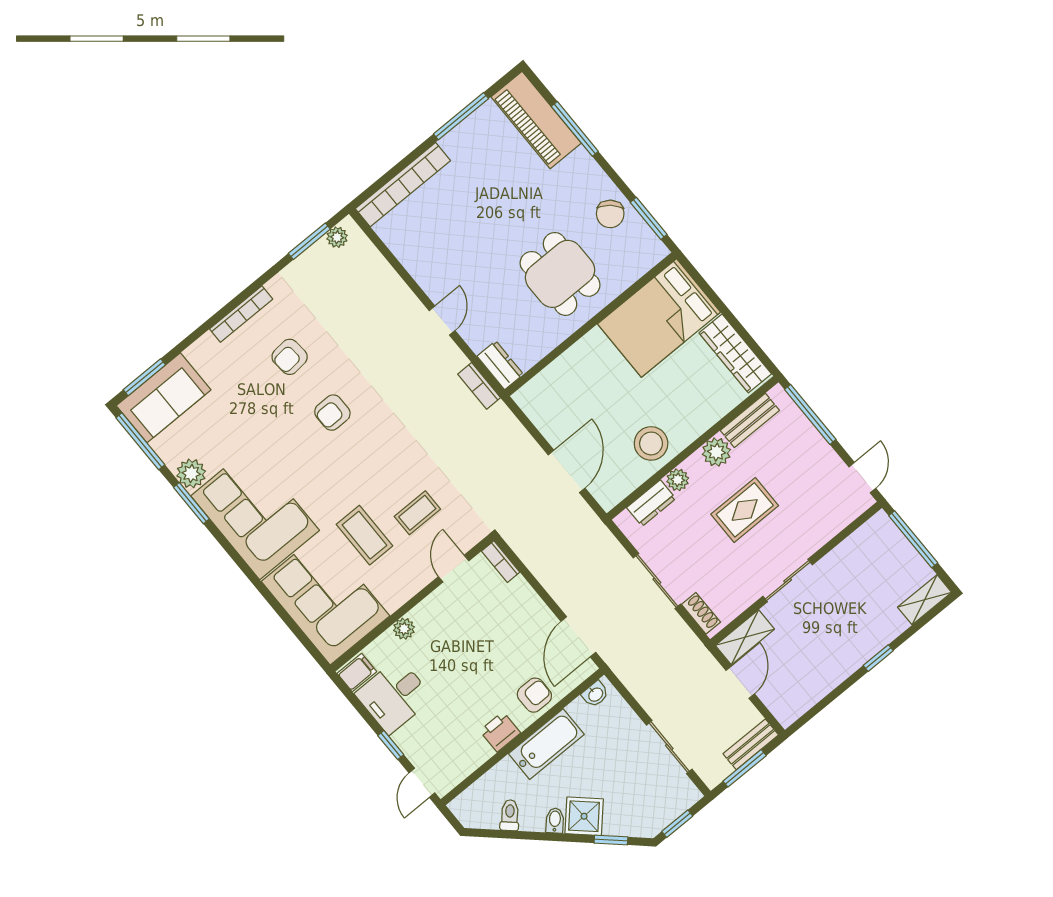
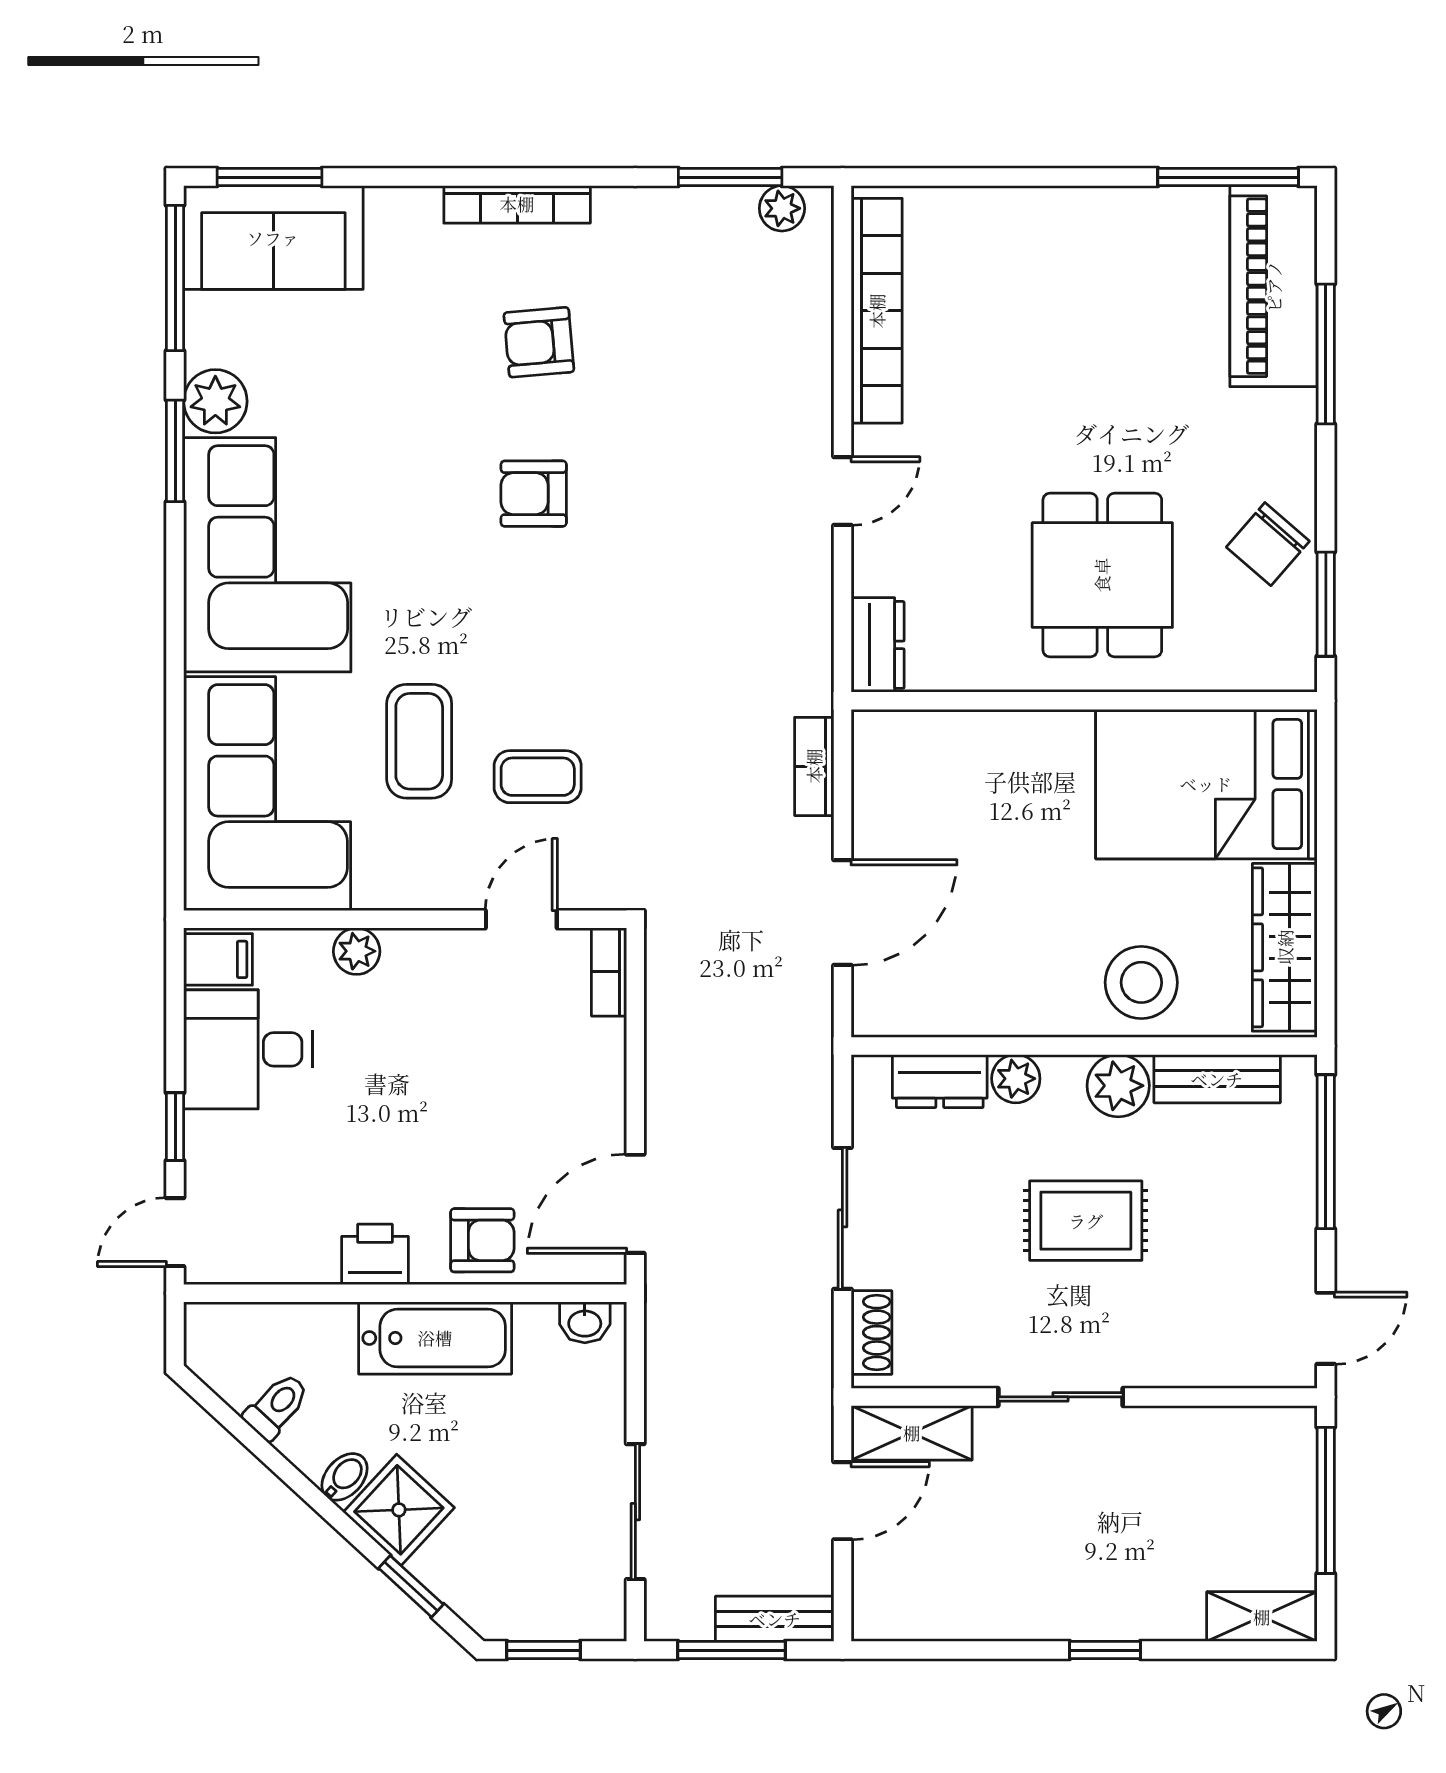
window: (461, 116) -> (1228, 177), moved
bookcase: (403, 185) -> (877, 311), moved, turned -90
bookcase: (479, 386) -> (814, 766), moved
stool: (651, 443) -> (1141, 982), moved

